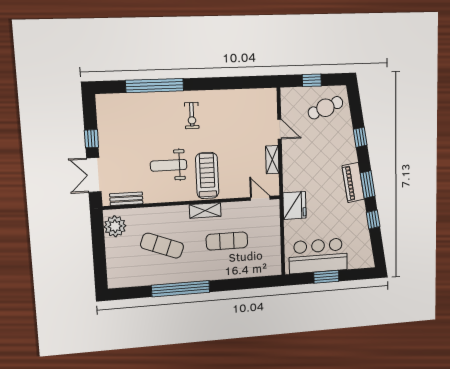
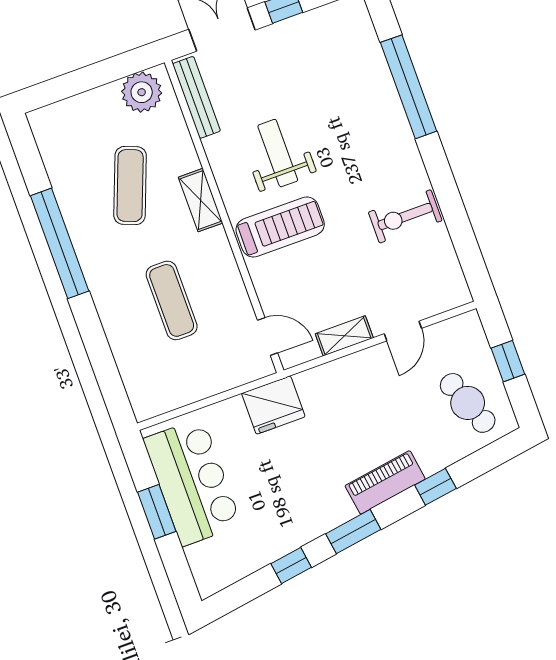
exercise bike: (192, 116) -> (405, 216), moved, width x1.38, depth x1.39
piano: (353, 183) -> (385, 482), moved
door: (260, 198) -> (268, 337), hinge flipped
bench: (126, 199) -> (196, 97), width x1.36
shelving: (205, 210) -> (201, 200), moved

